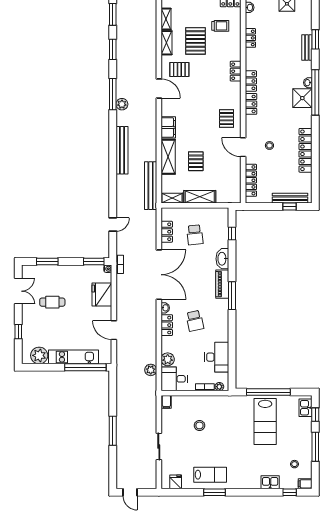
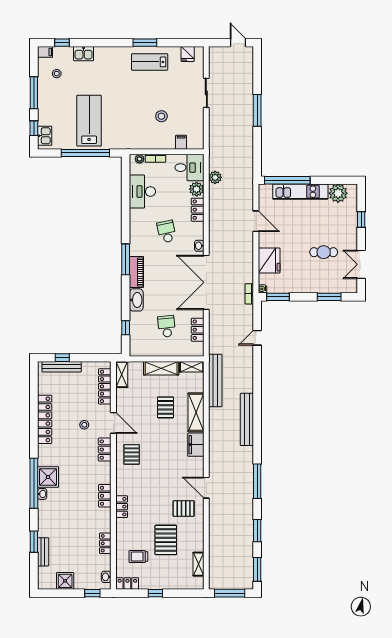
shelving: (166, 43) -> (122, 375), moved
bench: (307, 48) -> (43, 552), moved
plant: (122, 104) -> (247, 470), removed
locker: (251, 104) -> (105, 450), moved
locker: (167, 325) -> (198, 210), moved
filing cabinet: (166, 402) -> (181, 142), moved

